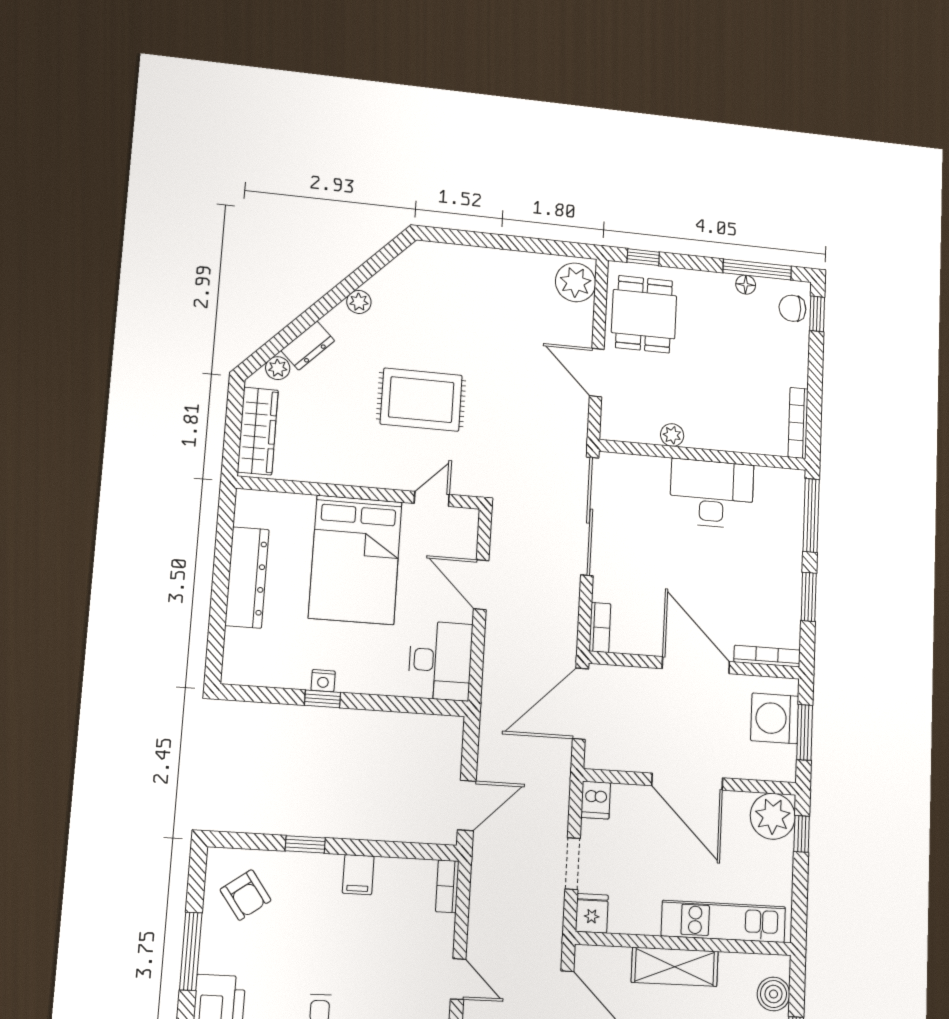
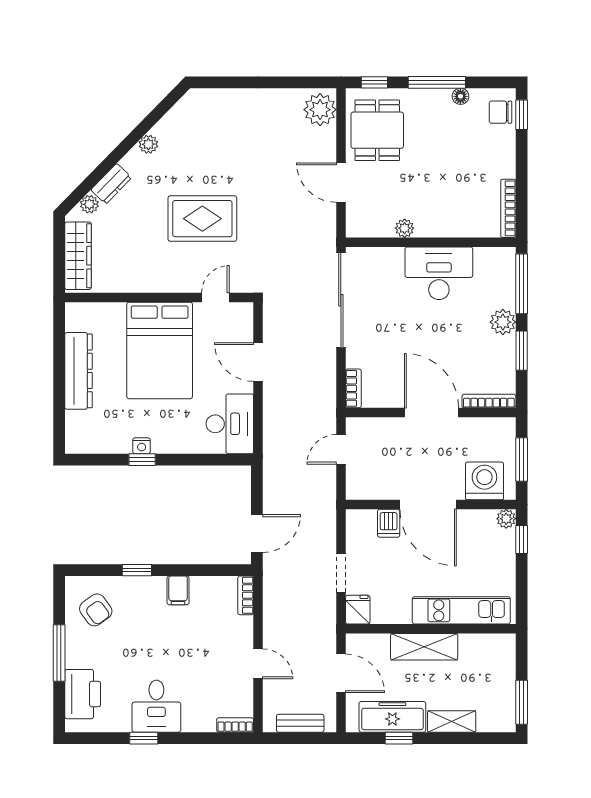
window: (757, 269) -> (437, 82), moved
plant: (787, 560) -> (503, 322), added
door: (580, 704) -> (341, 449), width x0.53
washing machine: (775, 718) -> (484, 481), moved, turned 90
dishwasher: (596, 800) -> (389, 523), moved
plant: (773, 816) -> (506, 519), width x0.53, depth x0.53
boiler: (774, 994) -> (503, 664), removed

